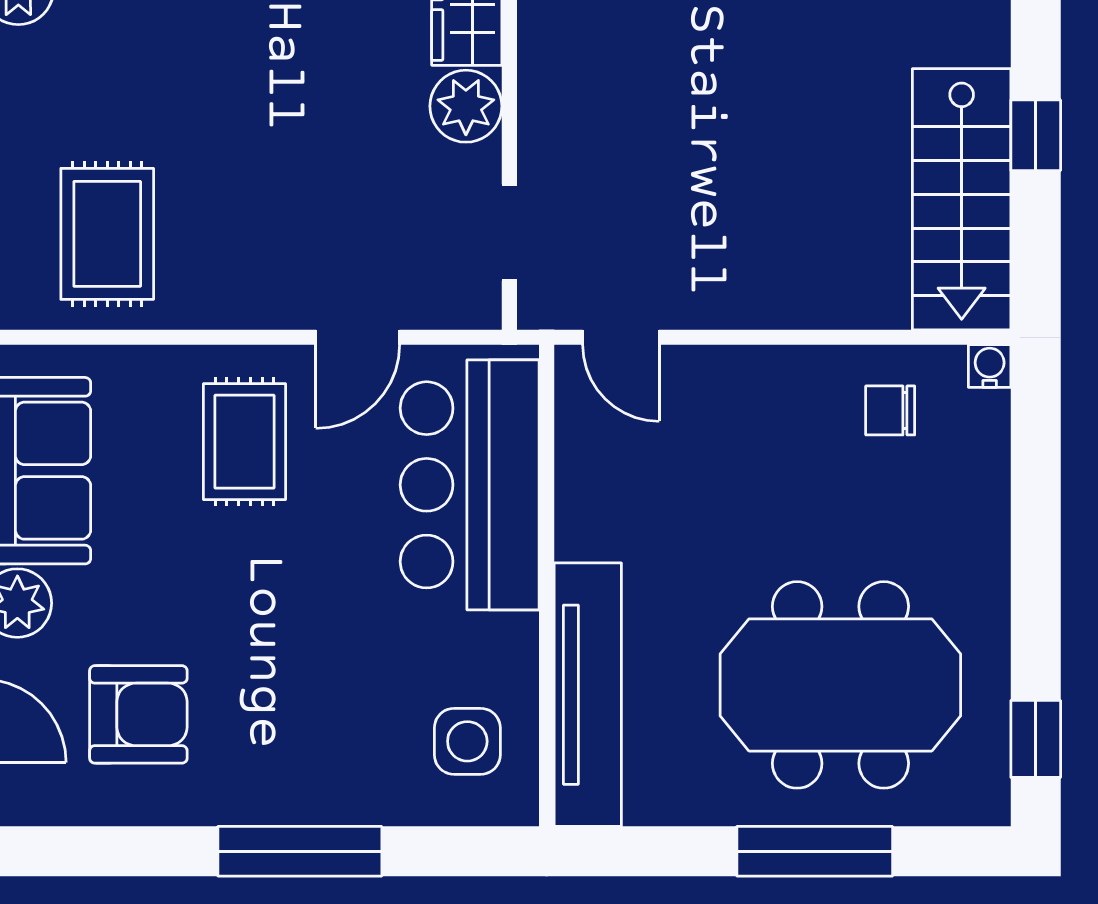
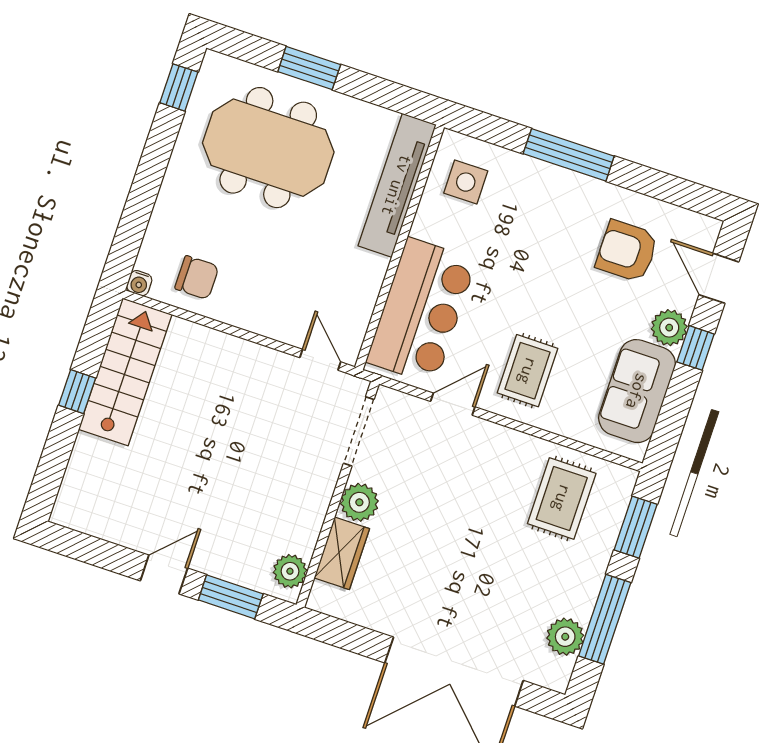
doorway: (509, 232) -> (359, 431), width x1.38
chair: (890, 410) -> (197, 277), width x1.37, depth x1.37
window: (815, 851) -> (309, 68), width x0.69

